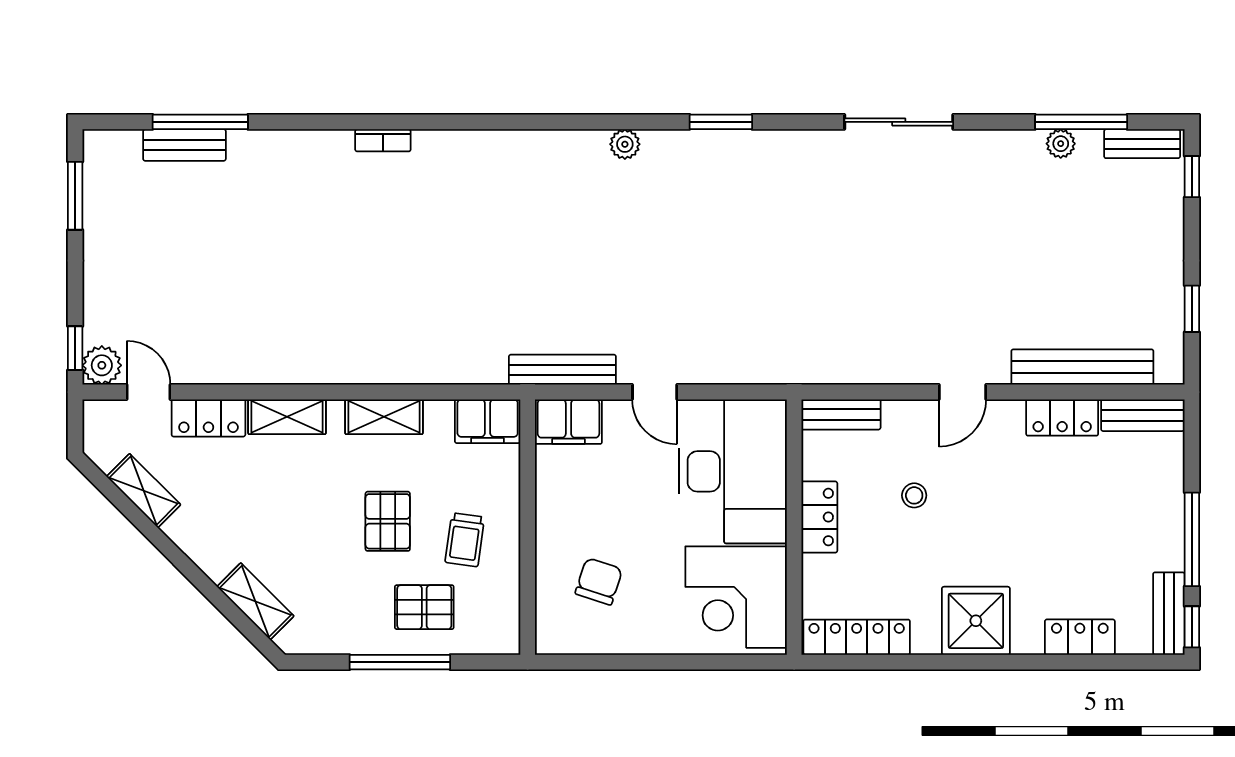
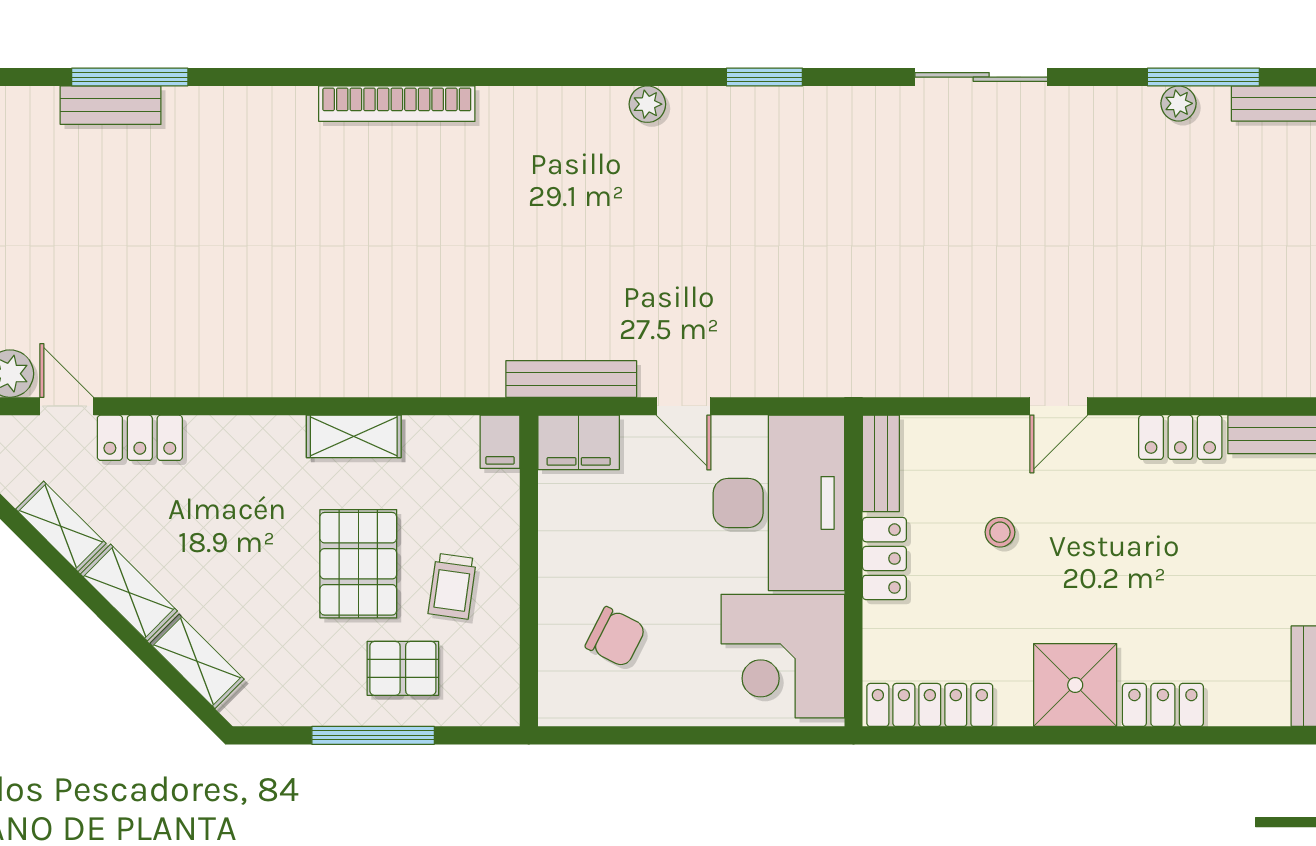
bookcase: (383, 140) -> (397, 104), width x2.31, depth x1.31
bench: (1082, 367) -> (1205, 376), removed
bench: (841, 414) -> (881, 463), moved, turned 90
shelving: (287, 417) -> (129, 592), moved, turned 45
filing cabinet: (488, 421) -> (500, 442), width x0.50
pallet: (388, 521) -> (358, 564), width x1.50, depth x1.42
chair: (599, 581) -> (616, 637), turned 99
locker: (1080, 637) -> (1163, 705), moved

